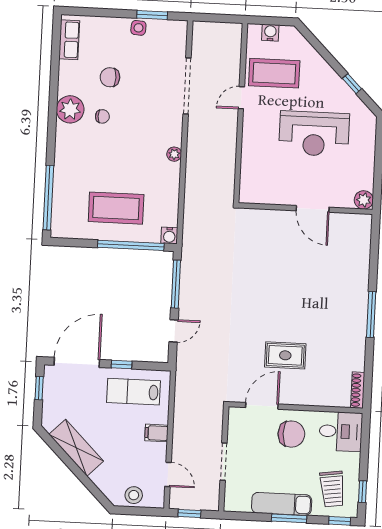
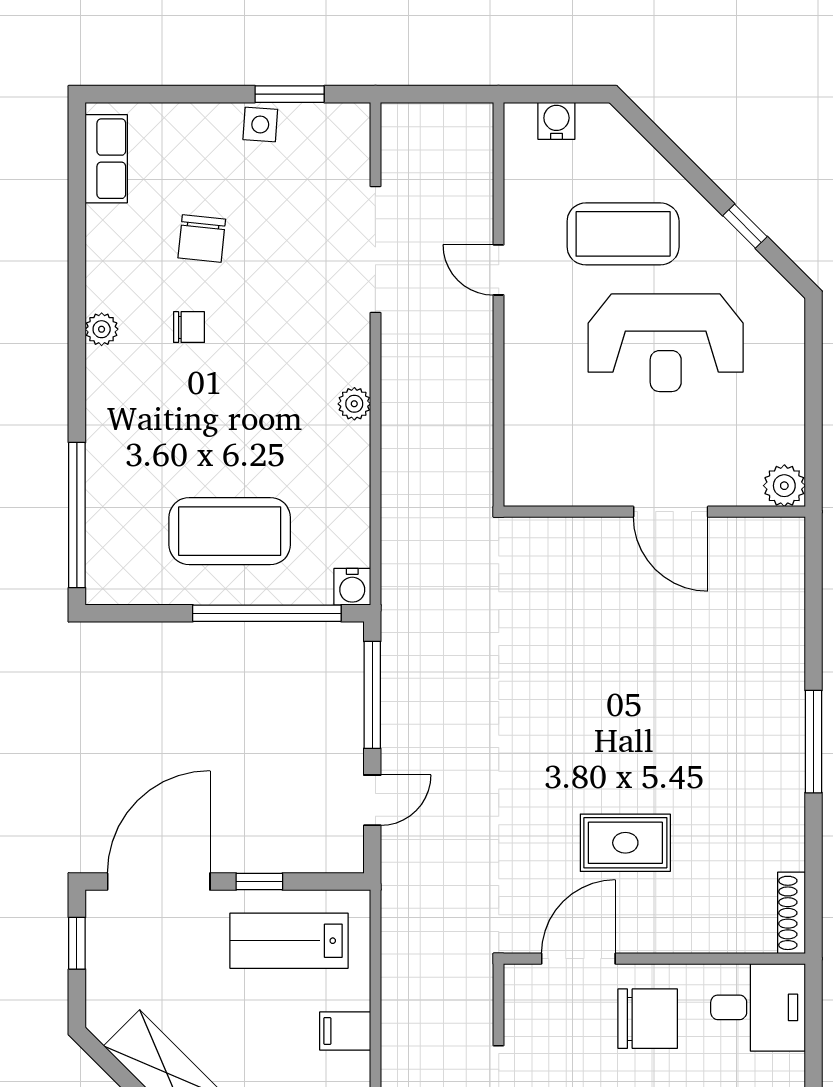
coffee table: (274, 73) -> (623, 234), moved
chair: (110, 77) -> (202, 239), turned -84
door: (241, 98) -> (499, 270), hinge flipped
plant: (70, 109) -> (102, 329), width x0.53, depth x0.53

